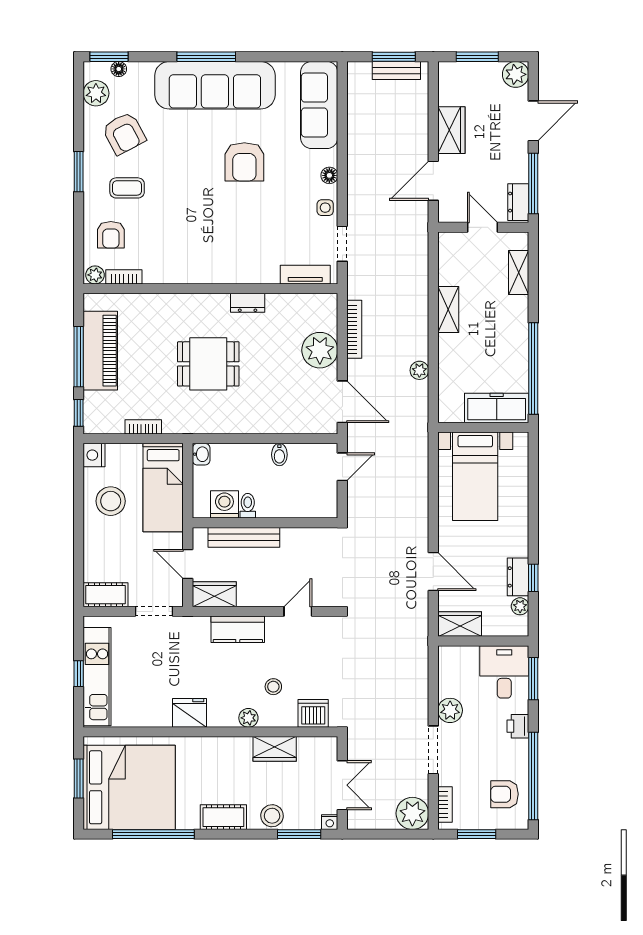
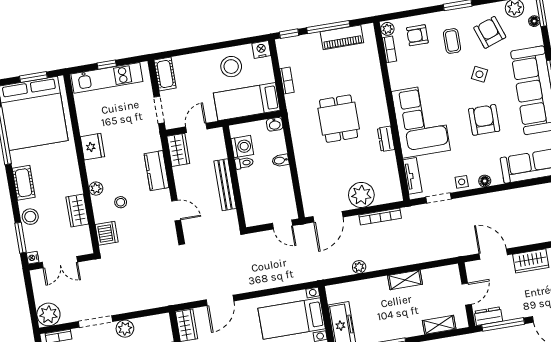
armchair: (124, 133) -> (490, 32), turned 99
side table: (180, 158) -> (479, 74), added
armchair: (244, 162) -> (484, 120), turned 90
corner sofa: (231, 250) -> (421, 121), added
piano: (100, 351) -> (342, 37), width x0.73, depth x0.75
bidet: (279, 455) -> (280, 160), moved
bench: (244, 537) -> (225, 185), moved

